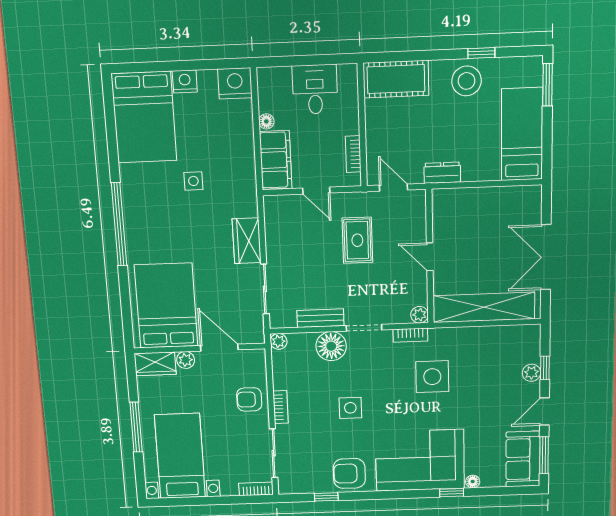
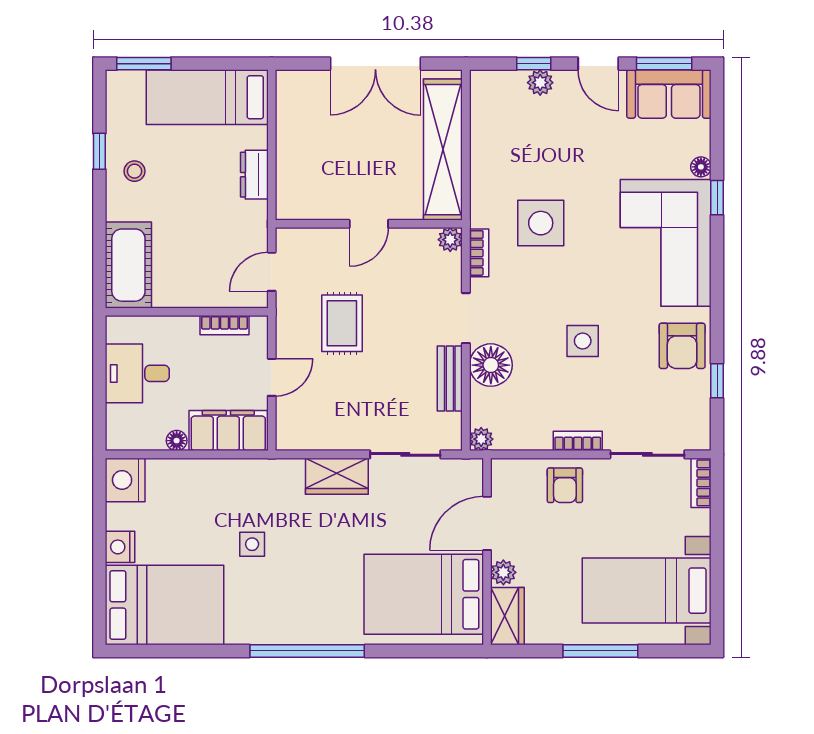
stool: (467, 81) -> (135, 171), width x0.53, depth x0.53
dresser: (442, 173) -> (254, 175), moved
rug: (357, 240) -> (342, 323), turned 90

